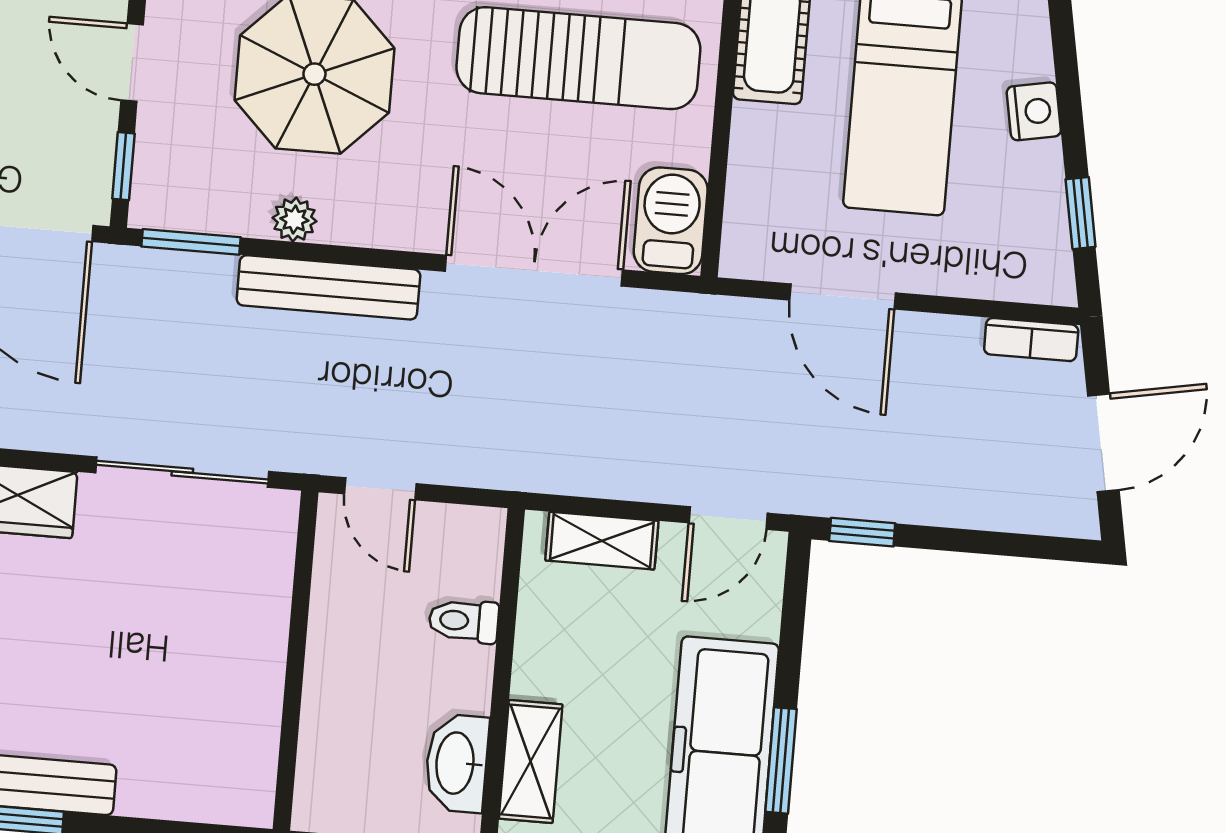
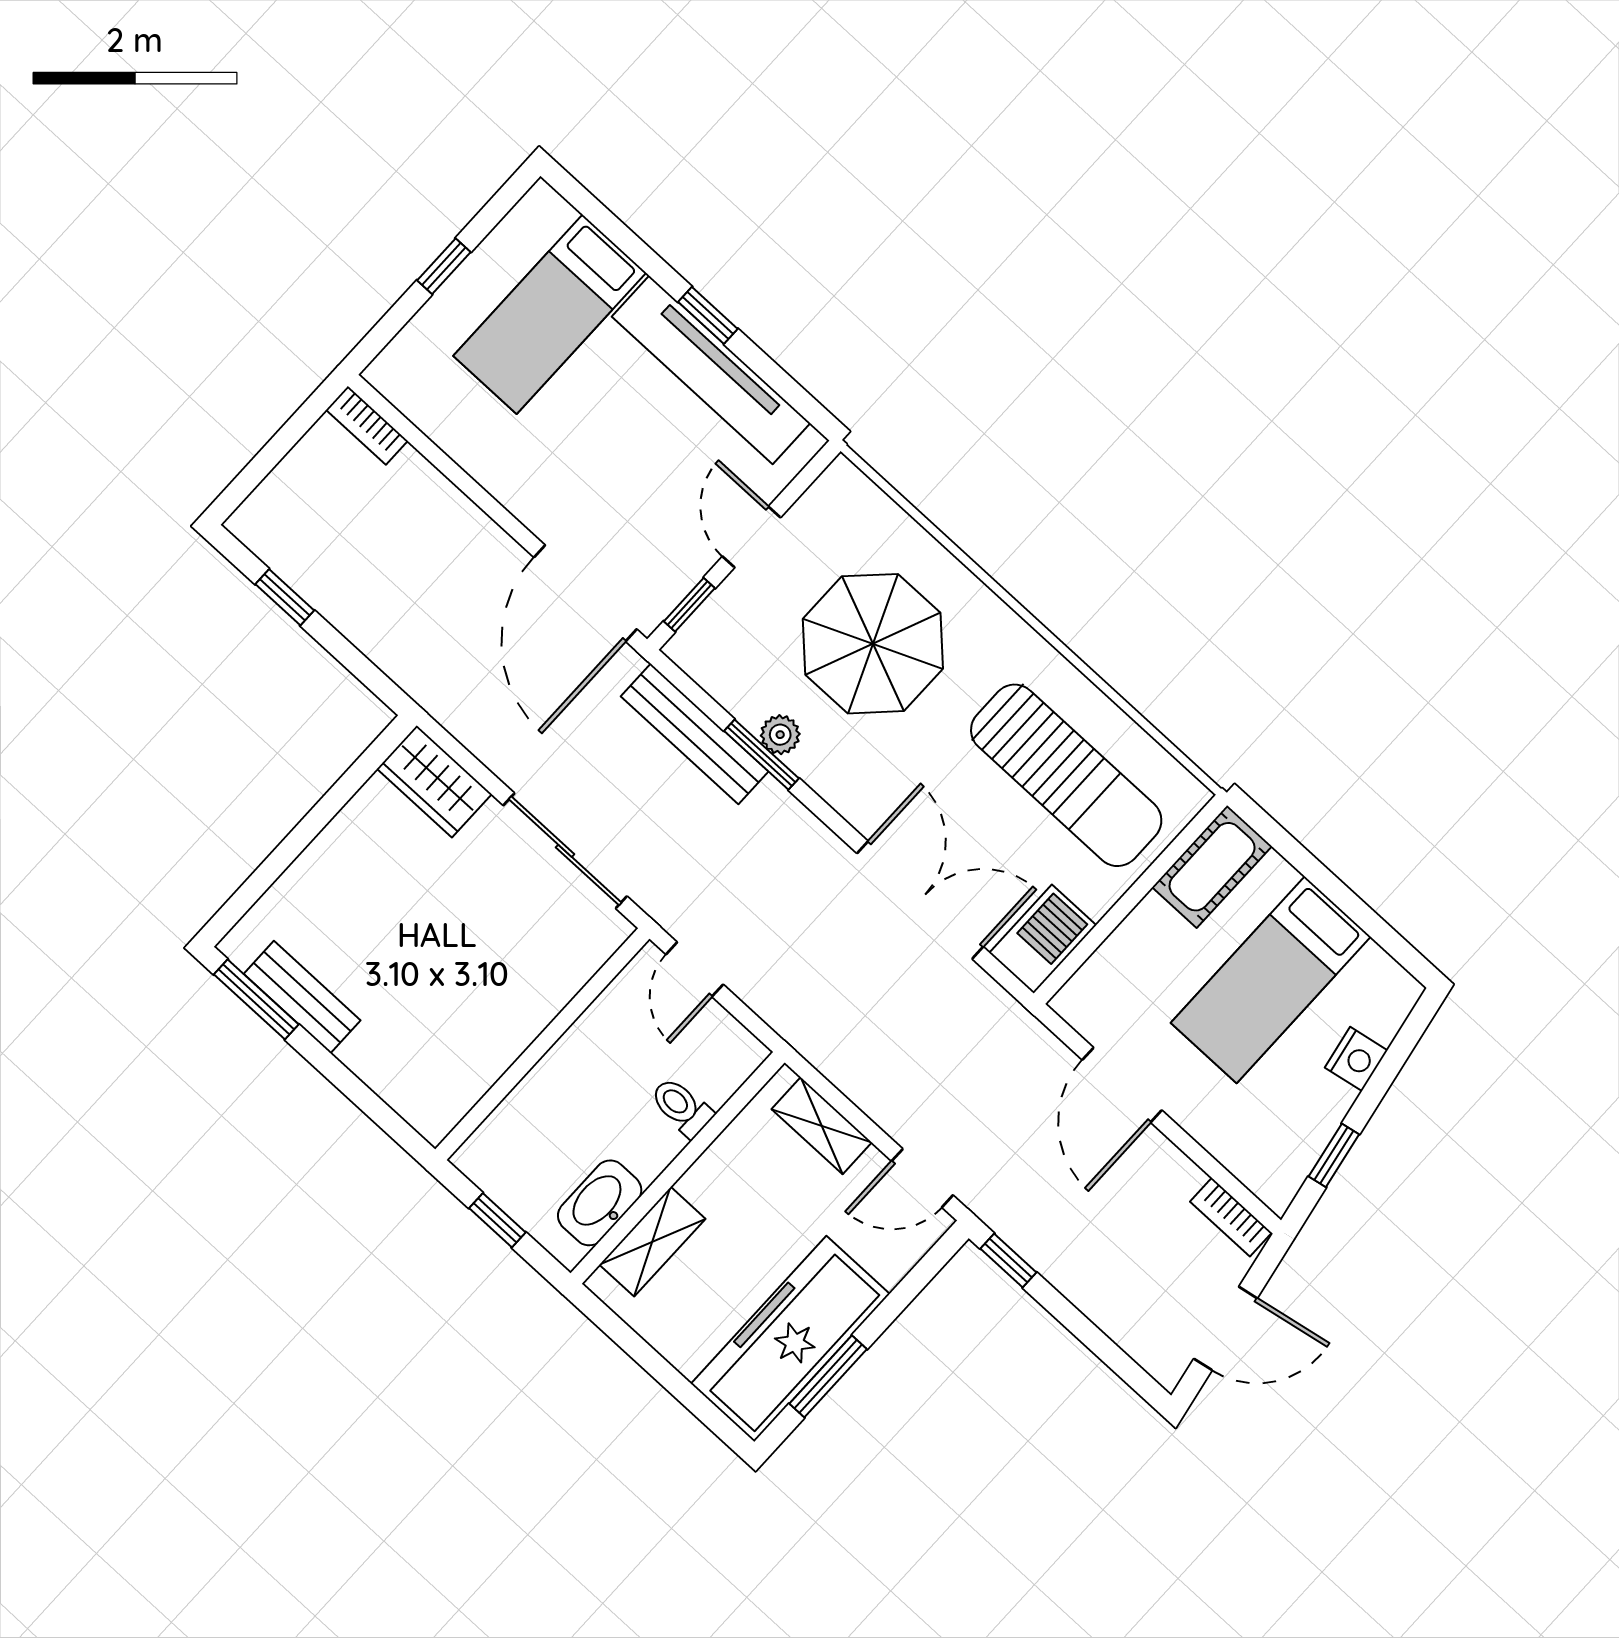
window: (191, 242) -> (762, 755), moved
bench: (328, 287) -> (695, 734), moved

